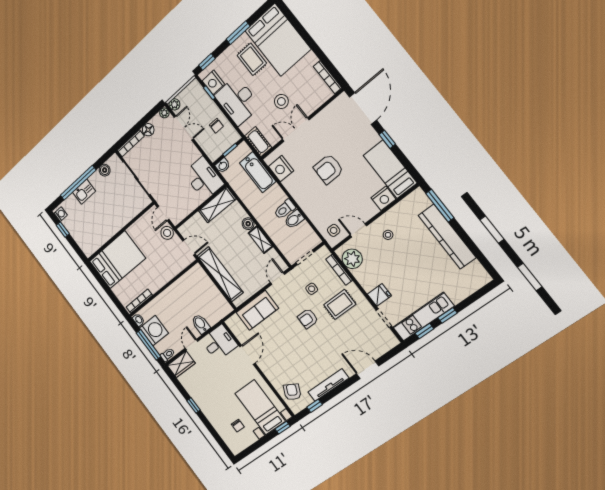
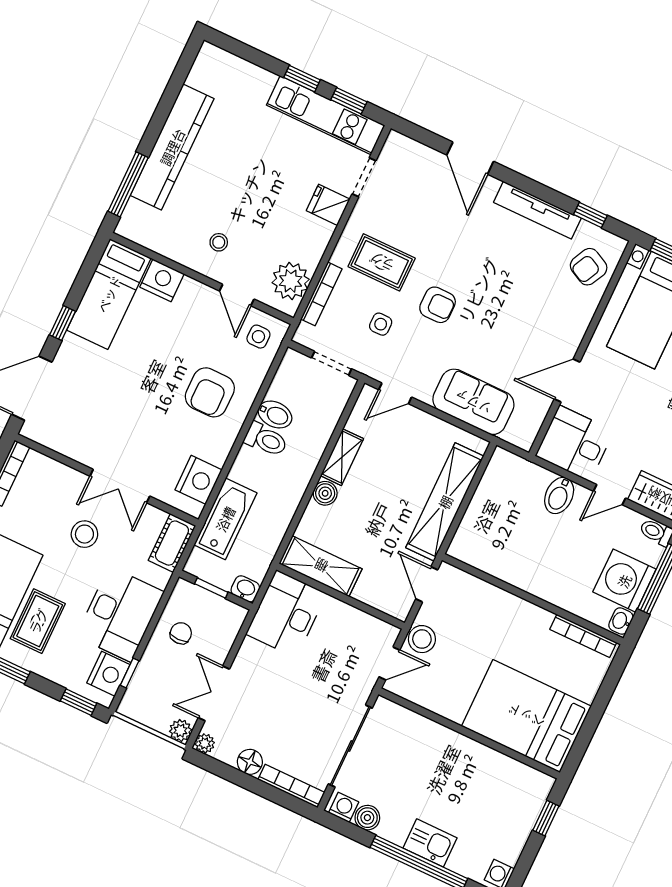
washing machine: (113, 162) -> (344, 807), added
armchair: (328, 169) -> (210, 392), moved, turned 90
window: (63, 229) -> (546, 818), moved

